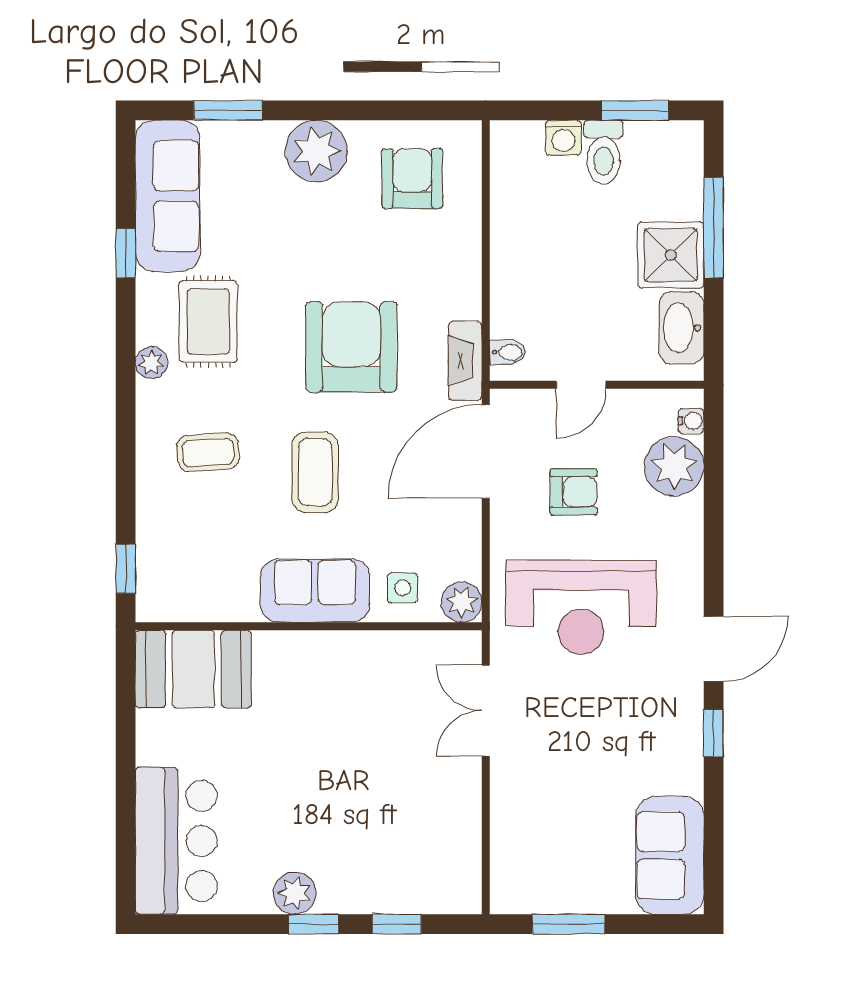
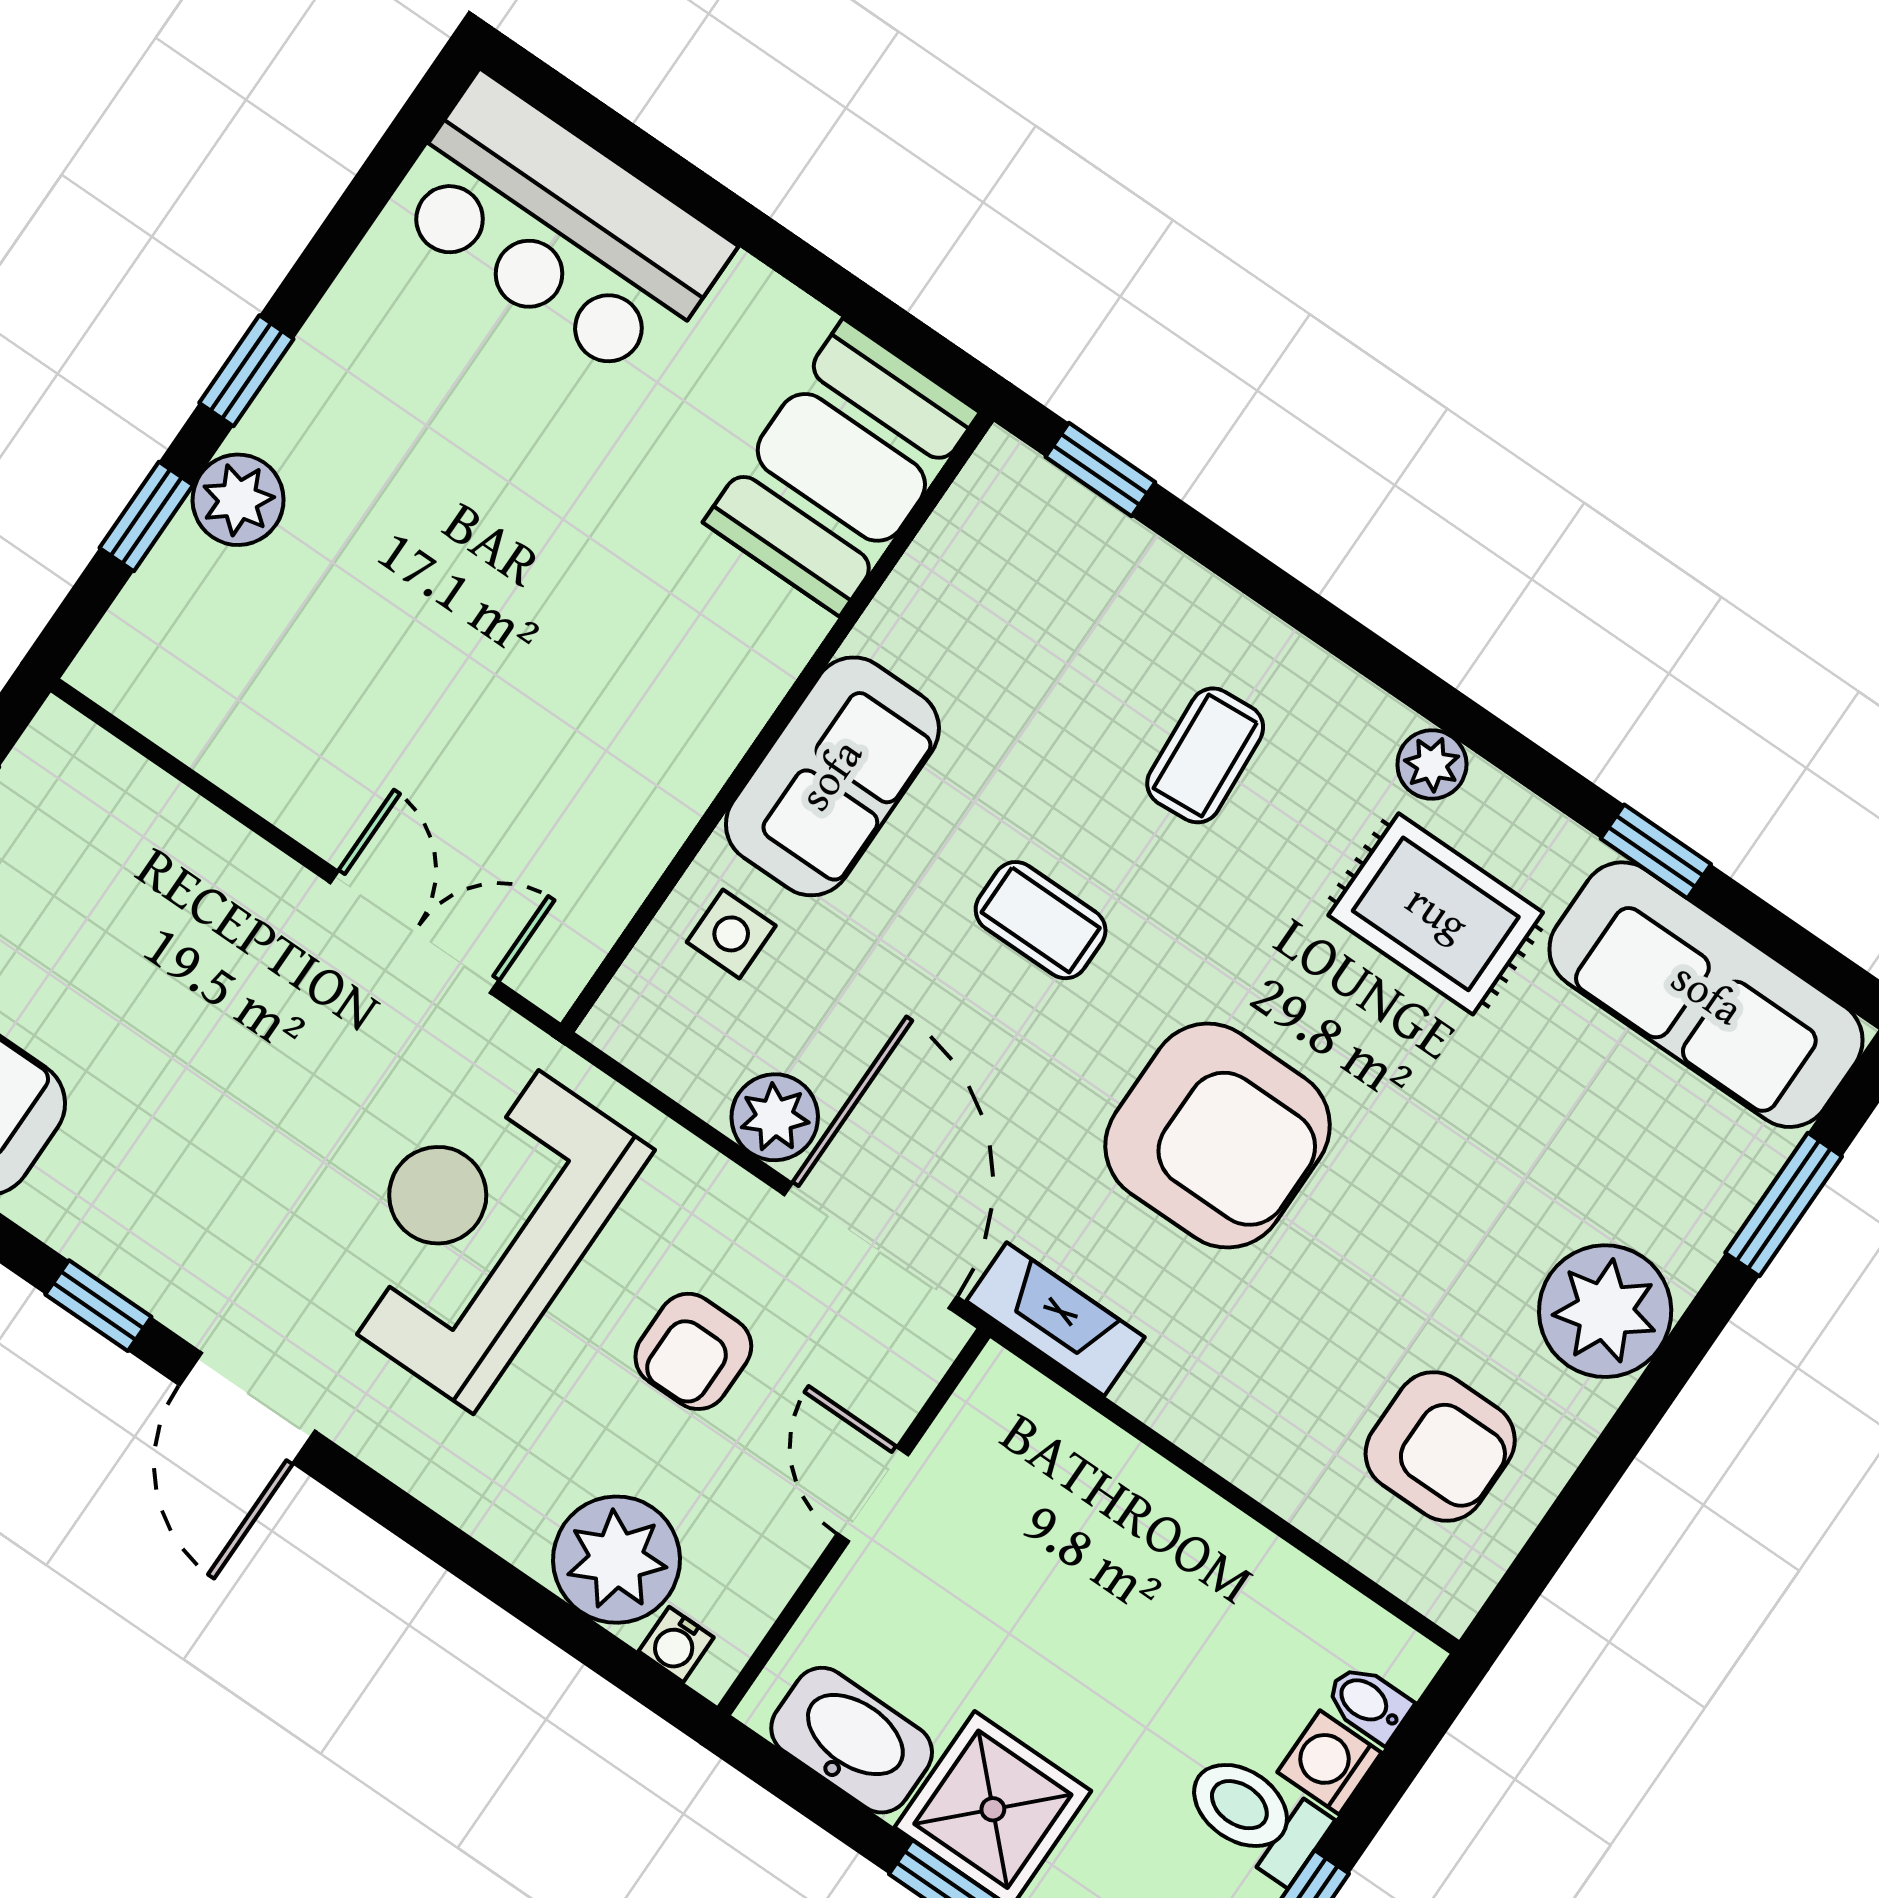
bidet: (508, 352) -> (1368, 1703), moved, turned 90
coffee table: (315, 472) -> (1041, 920), width x0.73, depth x0.77
plant: (462, 602) -> (775, 1117), moved
plant: (295, 893) -> (238, 500), moved

